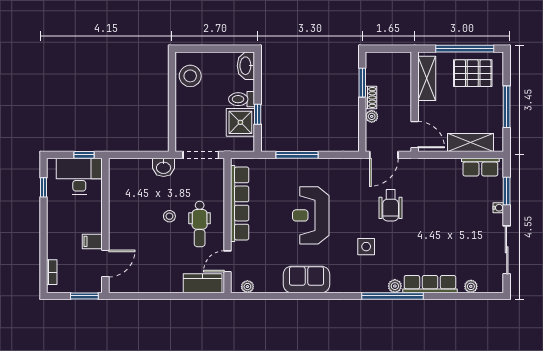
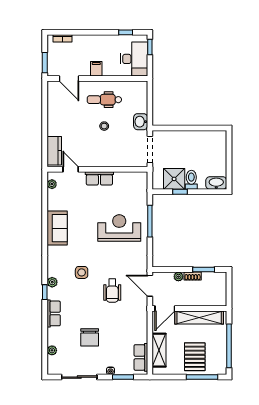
pallet: (473, 73) -> (195, 357), moved
stool: (190, 76) -> (209, 142), removed
shelving: (427, 78) -> (199, 318), width x1.47
window: (507, 107) -> (202, 377), moved
window: (84, 155) -> (150, 47), moved
row of seats: (240, 203) -> (99, 178), width x0.50
wheelchair: (391, 205) -> (112, 291), turned -90
reception desk: (311, 215) -> (119, 228), moved
dental chair: (200, 224) -> (104, 100), moved
chair: (453, 236) -> (90, 337), added
filing cabinet: (92, 241) -> (96, 69), moved
row of seats: (430, 284) -> (54, 313), width x0.68
plant: (395, 286) -> (52, 282), moved
window: (393, 296) -> (45, 292), width x0.32

